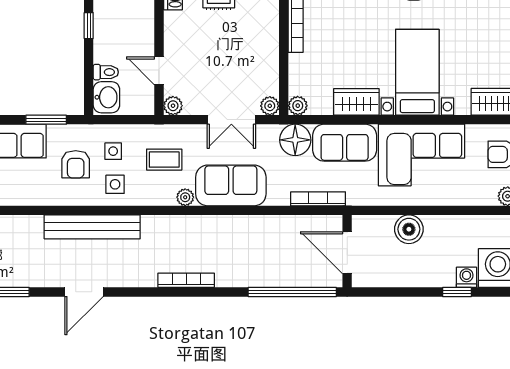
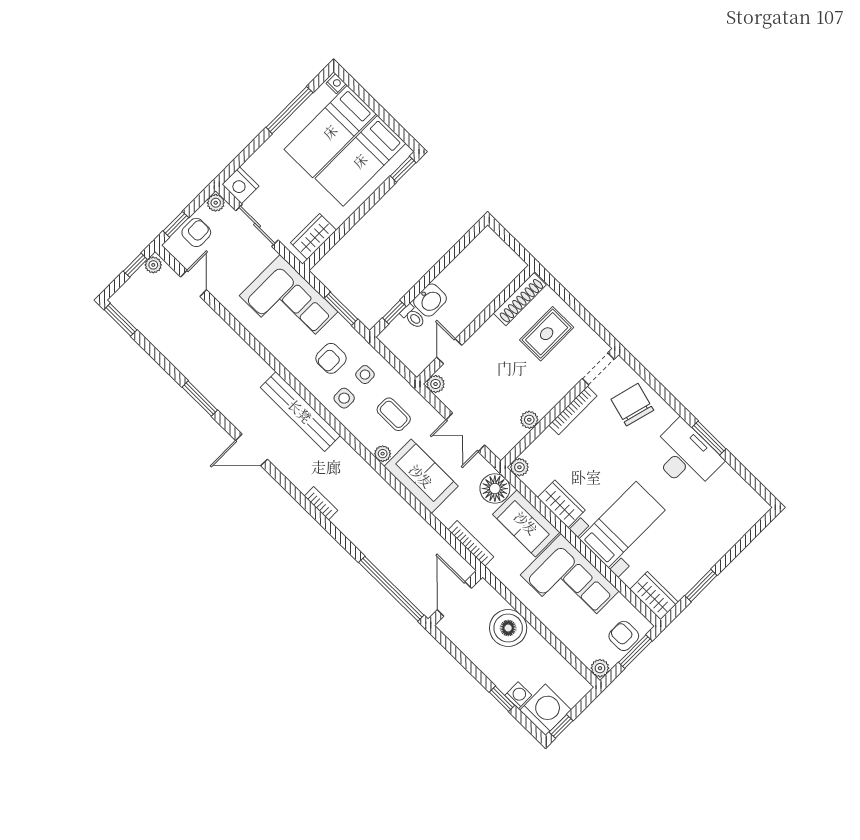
window: (89, 26) -> (394, 312), moved
washbasin: (106, 97) -> (430, 300), moved
plant: (270, 106) -> (529, 420), moved
boiler: (409, 229) -> (508, 628), width x1.37, depth x1.37
bookcase: (186, 280) -> (321, 503), width x0.64

